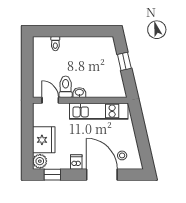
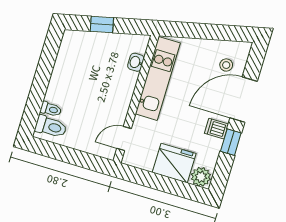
toilet: (66, 87) -> (51, 127), moved, turned 180
washbasin: (79, 93) -> (136, 62), moved
window: (52, 175) -> (231, 142), moved

